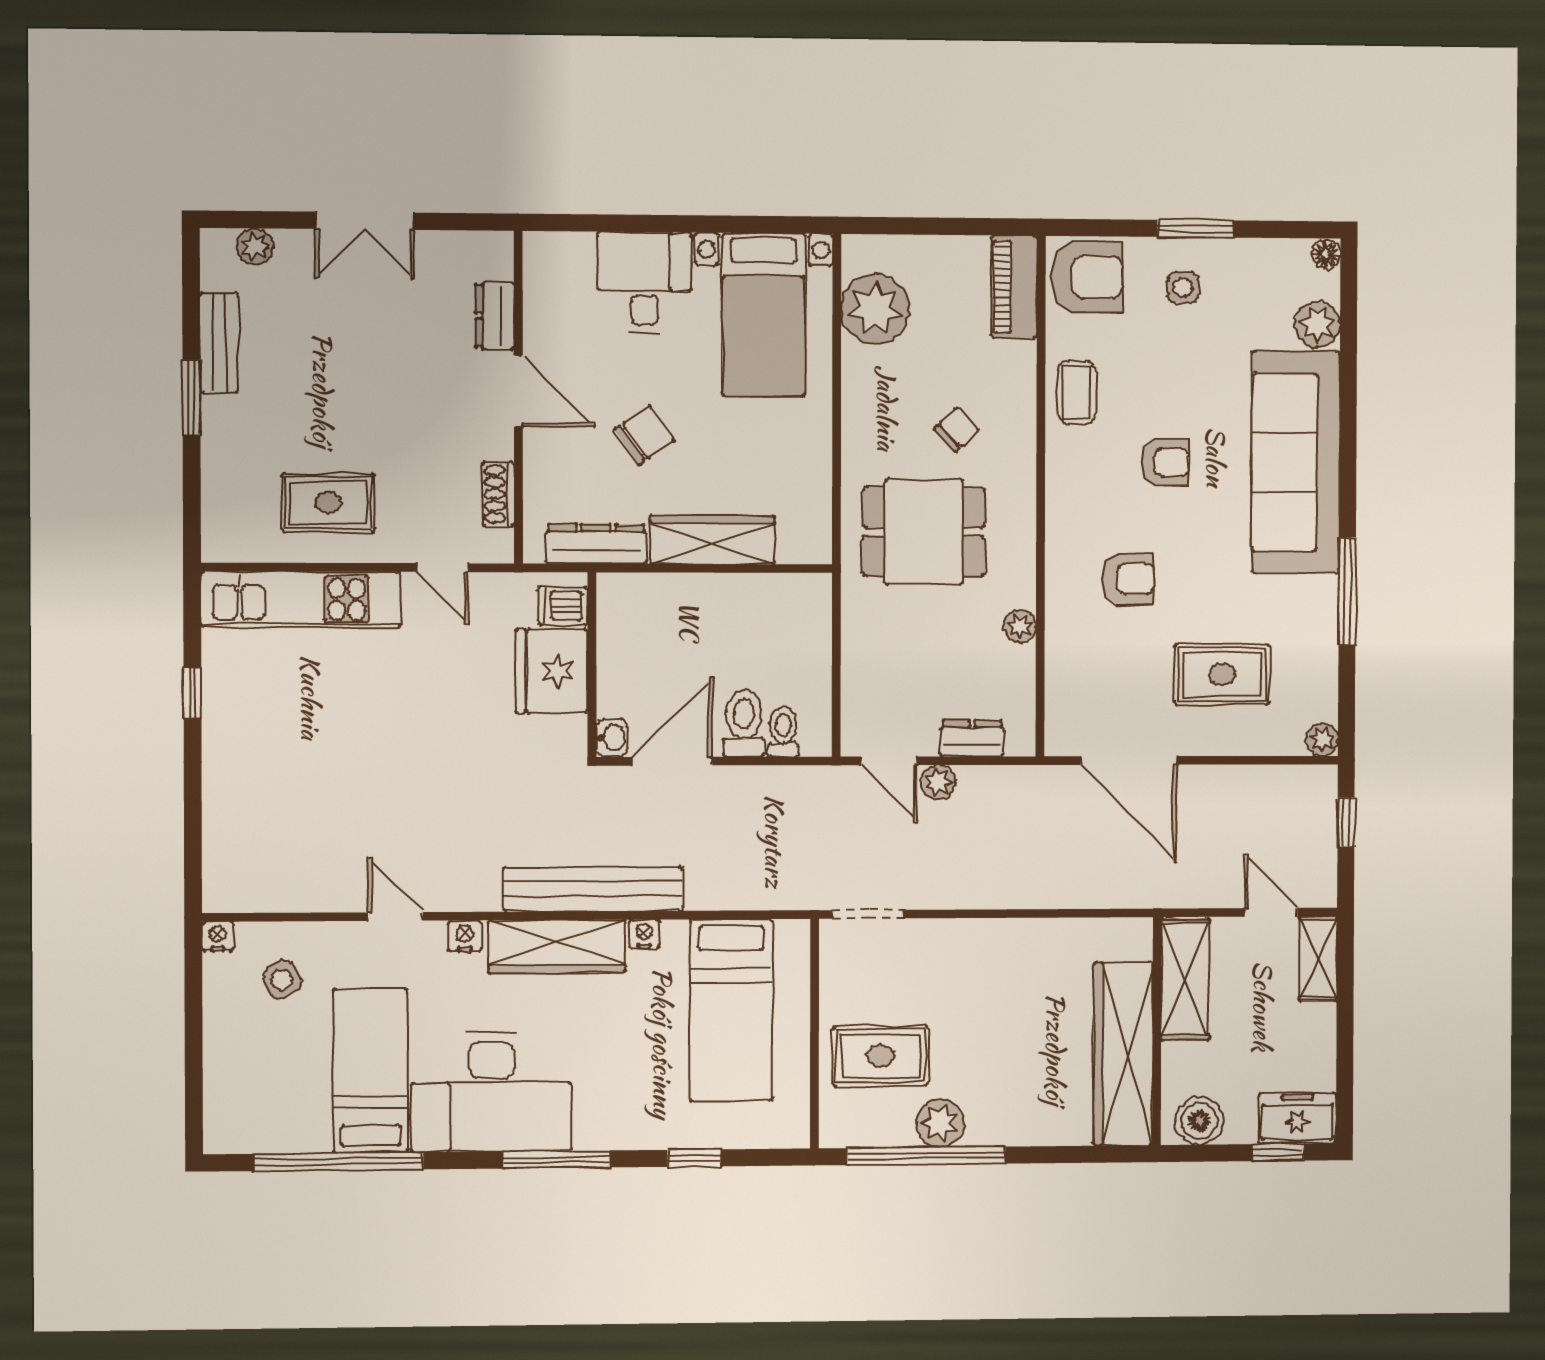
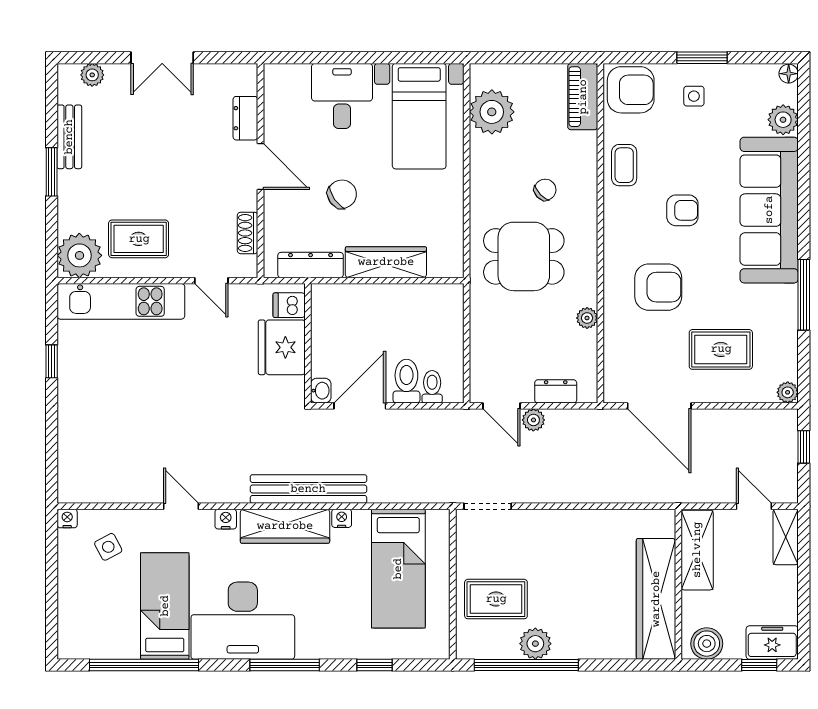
plant: (236, 528) -> (79, 255), added
armchair: (1128, 579) -> (658, 287), width x1.38, depth x1.38

